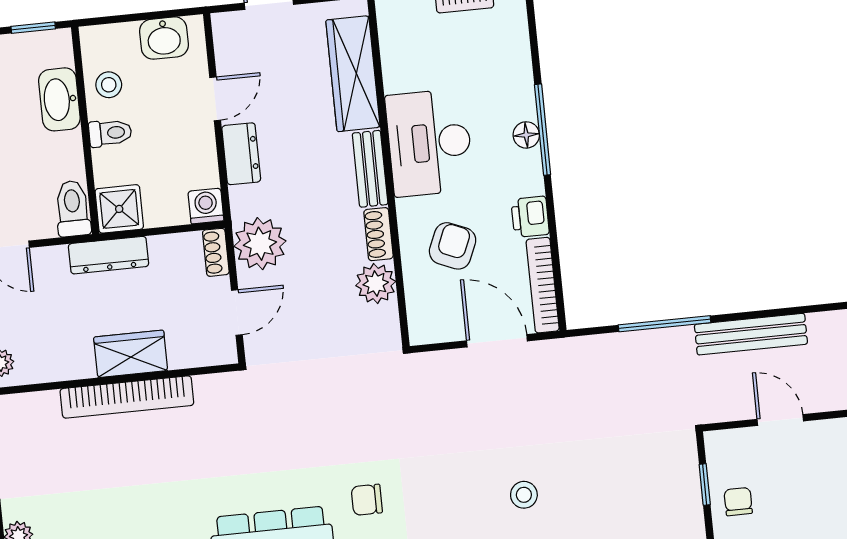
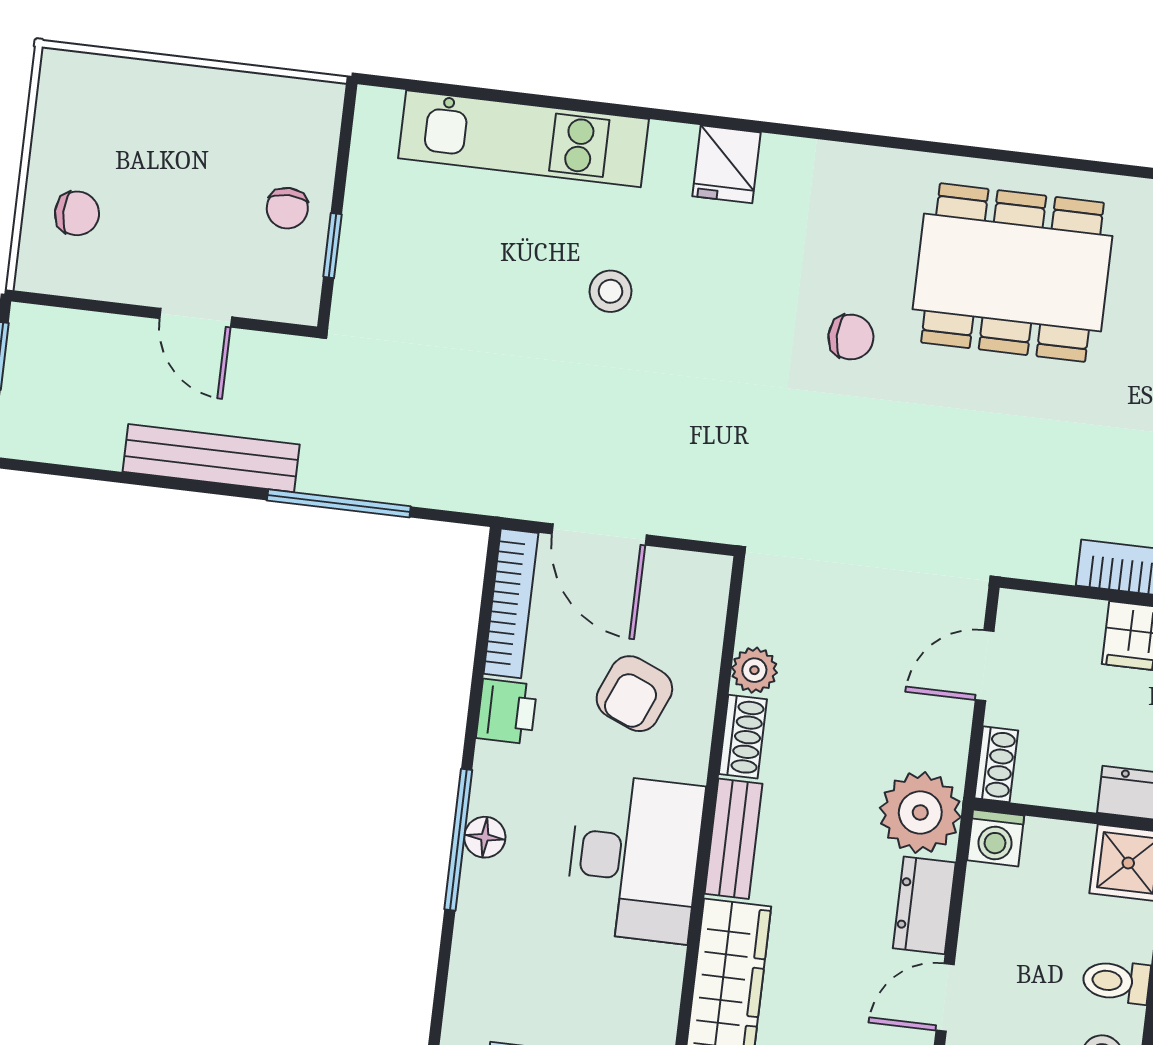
plant: (260, 244) -> (920, 813), moved
plant: (376, 283) -> (754, 670), width x0.73, depth x0.73

